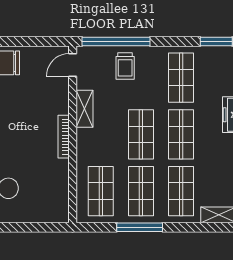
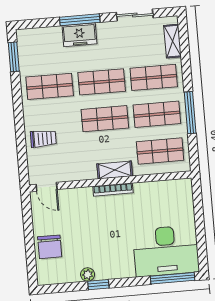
window: (116, 41) -> (22, 149), removed
shelving: (84, 109) -> (115, 170), moved

